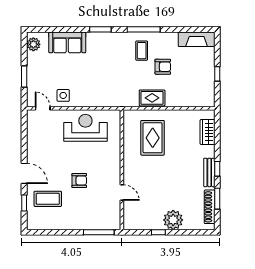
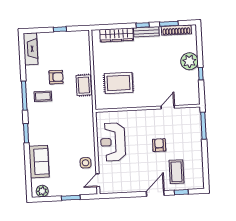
armchair: (163, 67) -> (56, 77), turned 90
wardrobe: (208, 132) -> (117, 35), width x1.50

